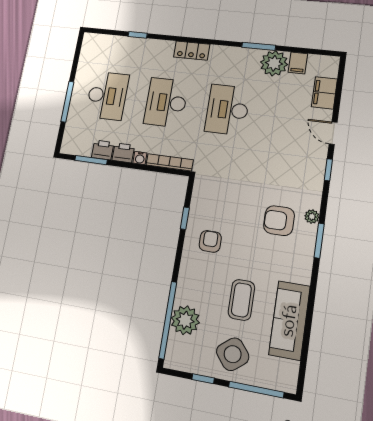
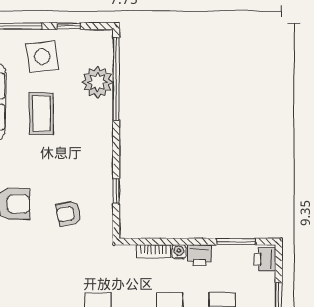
printer: (103, 150) -> (265, 259), moved, turned 90
bookcase: (170, 162) -> (153, 251), width x0.64
armchair: (210, 241) -> (69, 213), moved, turned 79
side table: (233, 354) -> (42, 57), turned 32

